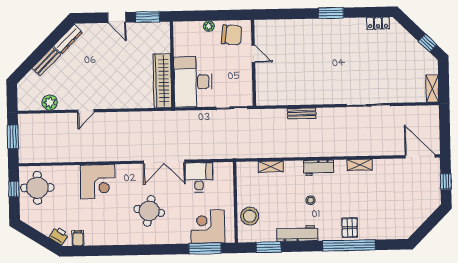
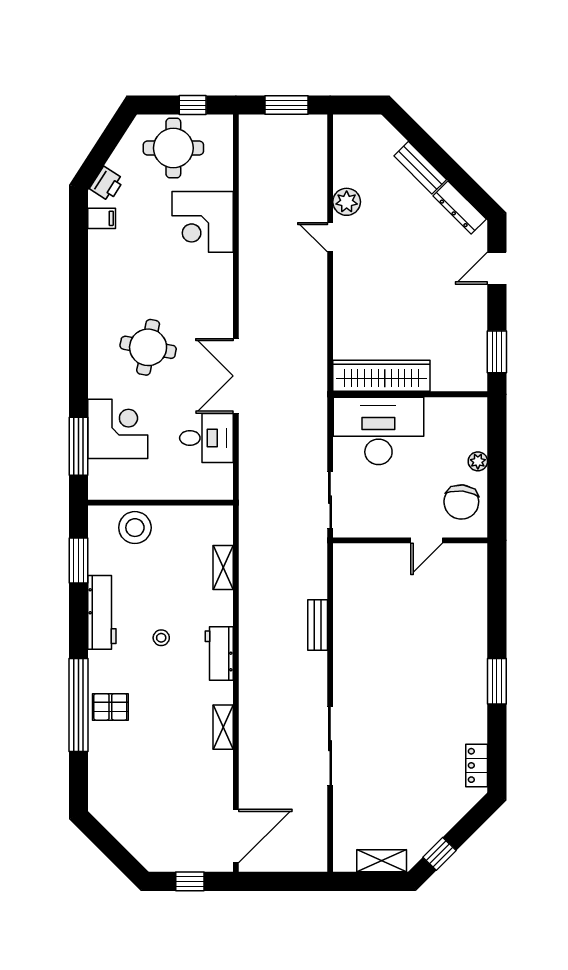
door: (117, 18) -> (497, 268), moved
shelving: (432, 88) -> (382, 861), moved
plant: (50, 103) -> (347, 202), moved
corner desk: (98, 182) -> (203, 222), moved
round table: (37, 188) -> (173, 148), moved
corner desk: (208, 227) -> (118, 429), moved

